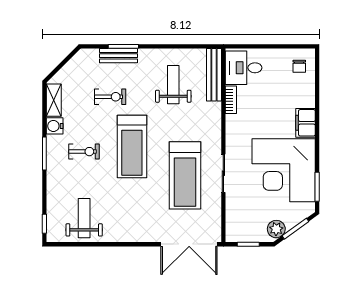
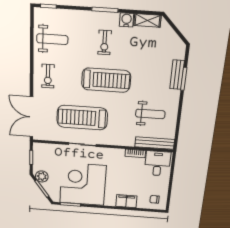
exercise bike: (110, 97) -> (48, 76), moved
filing cabinet: (306, 123) -> (126, 201), moved
treadmill: (132, 146) -> (106, 80), turned 180

